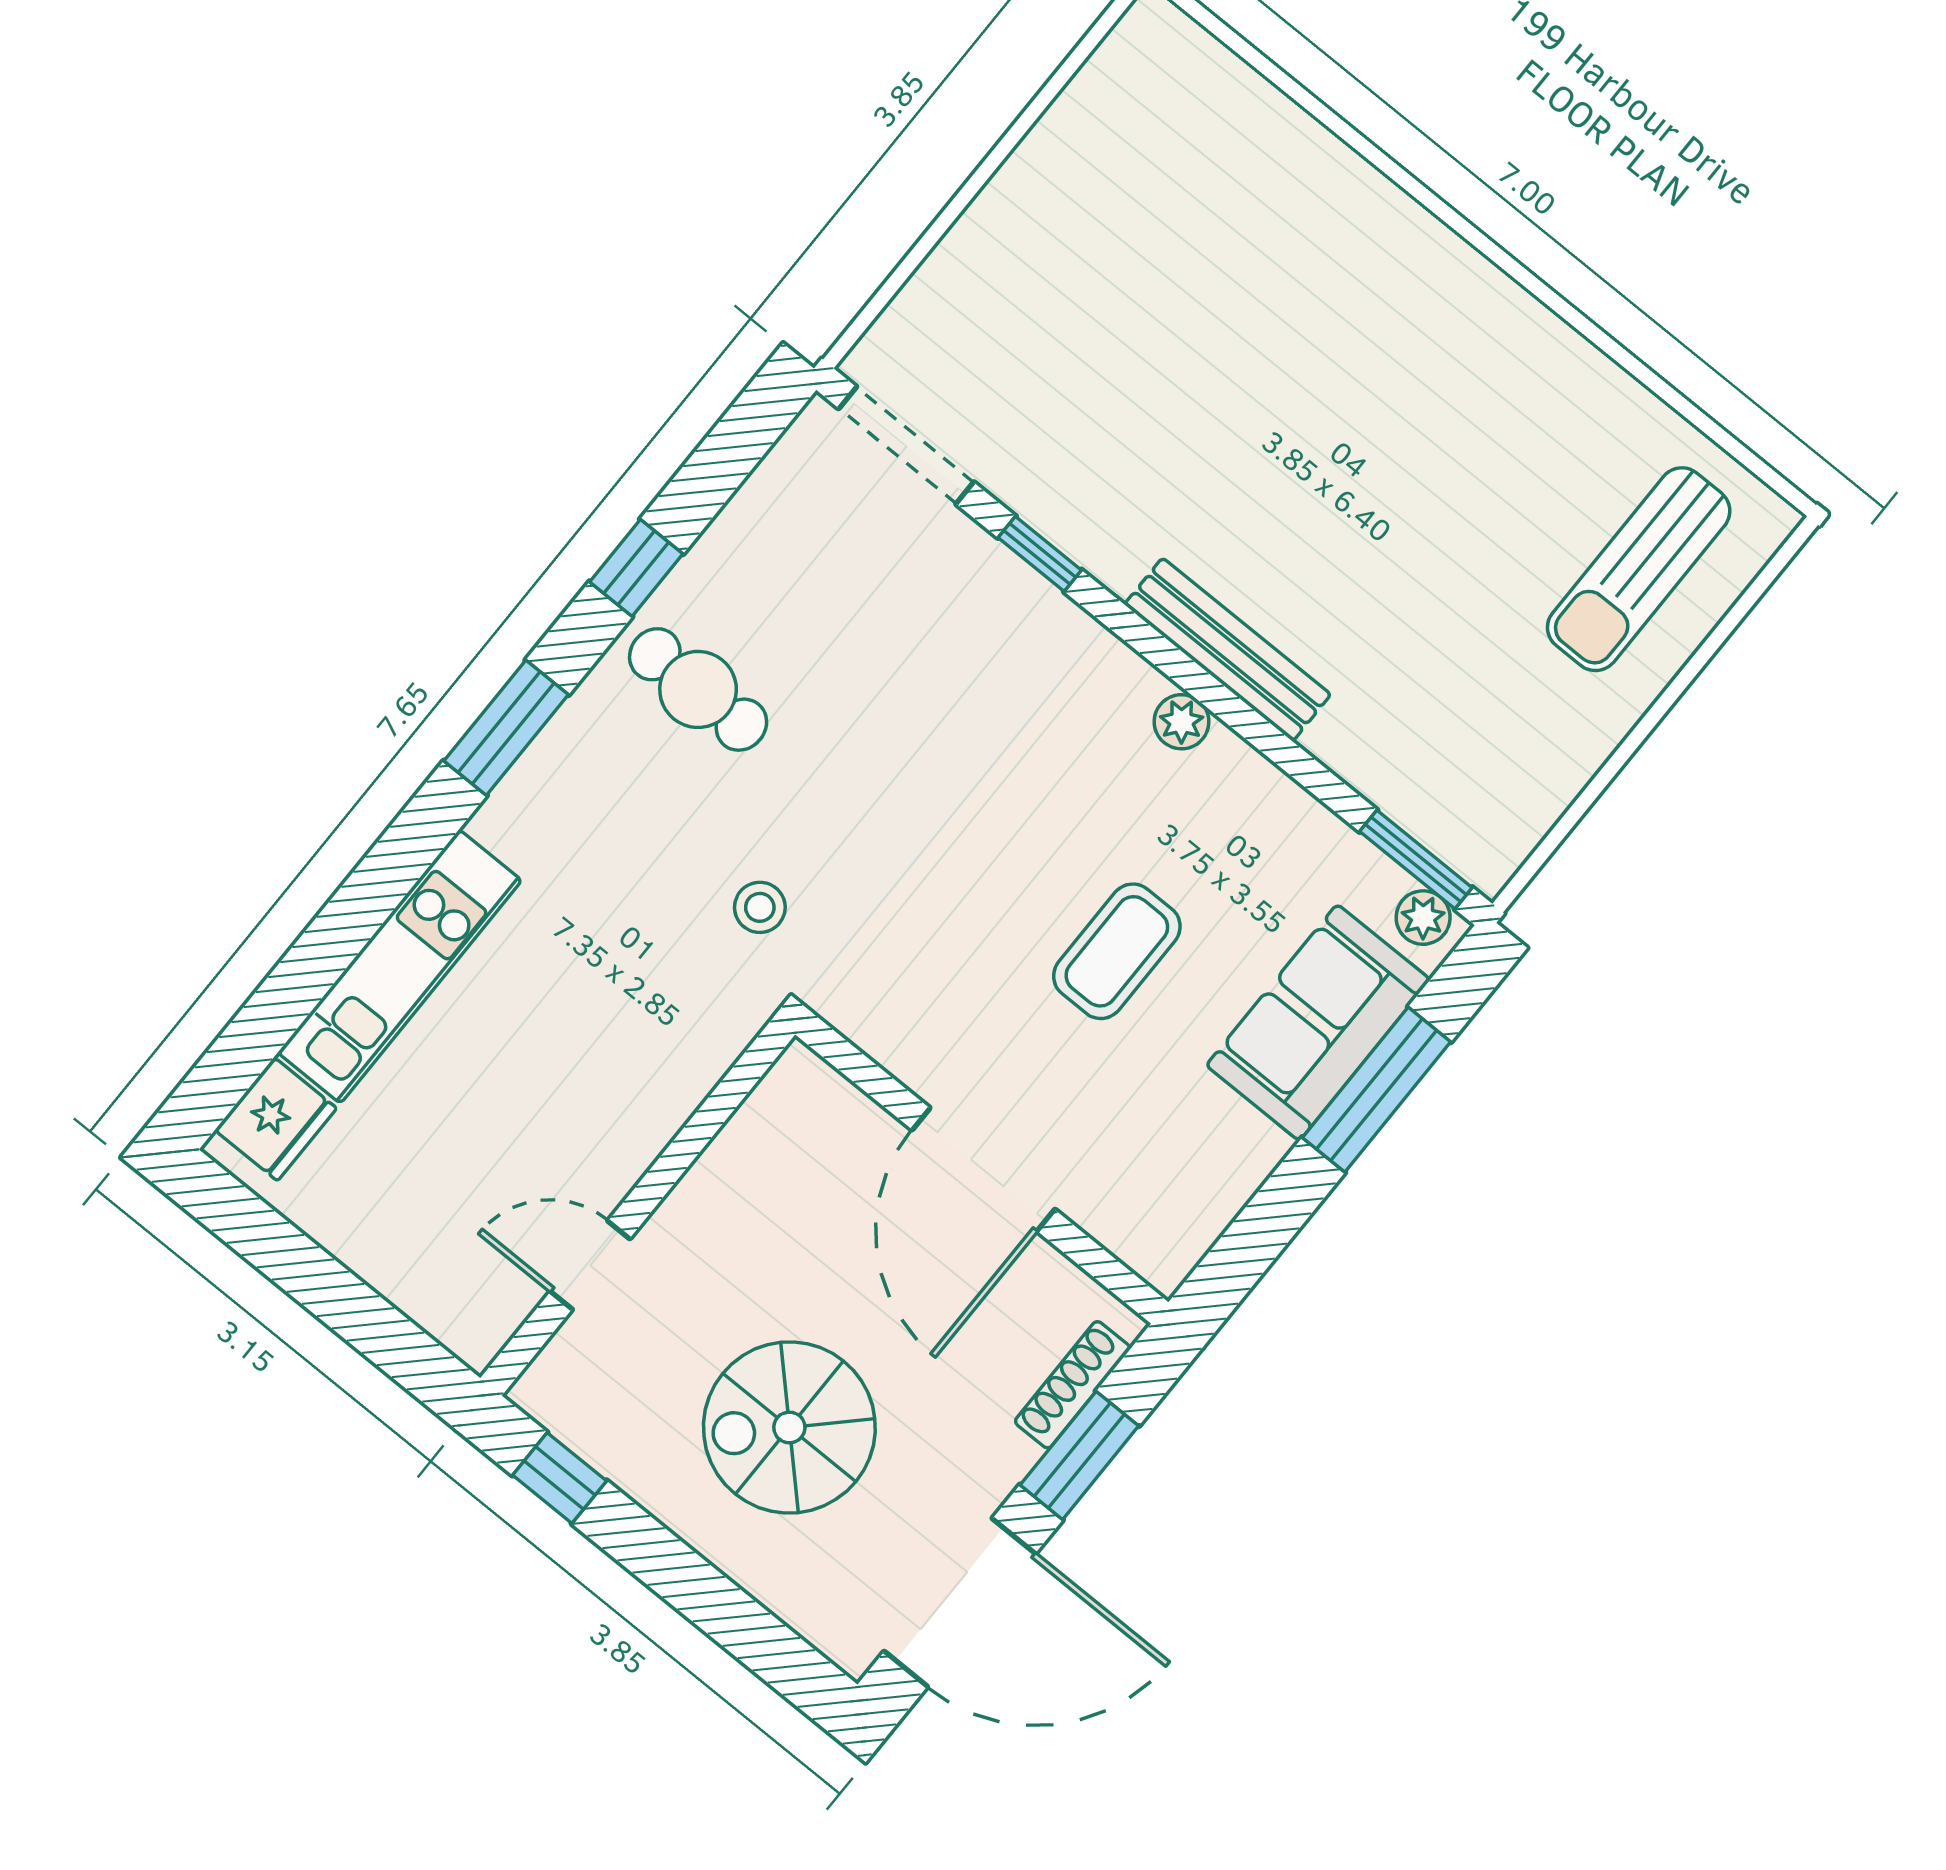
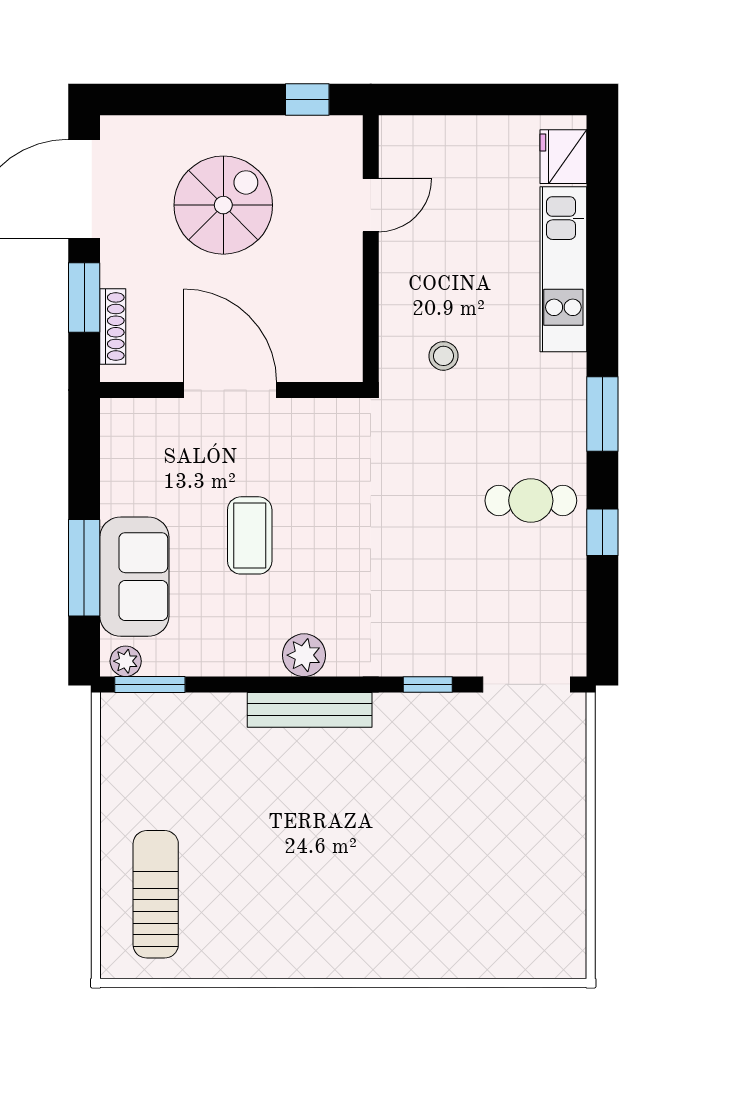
plant: (1182, 722) -> (304, 655), width x1.38, depth x1.38
stool: (760, 907) -> (444, 356), moved

